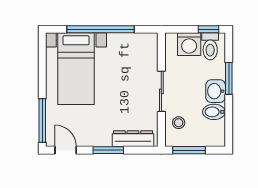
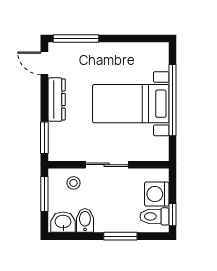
bed with nightstands: (76, 69) -> (131, 104), moved
washbasin: (216, 91) -> (63, 222), moved
dresser: (133, 139) -> (57, 100), moved
door: (66, 150) -> (44, 63), swing flipped
window: (108, 150) -> (44, 138), moved

